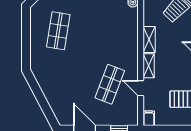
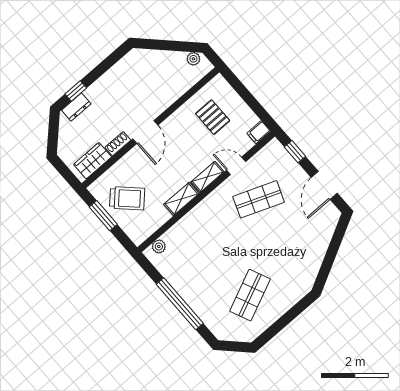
shop shelf: (58, 31) -> (250, 295), turned -33
door: (141, 88) -> (236, 166), swing flipped

